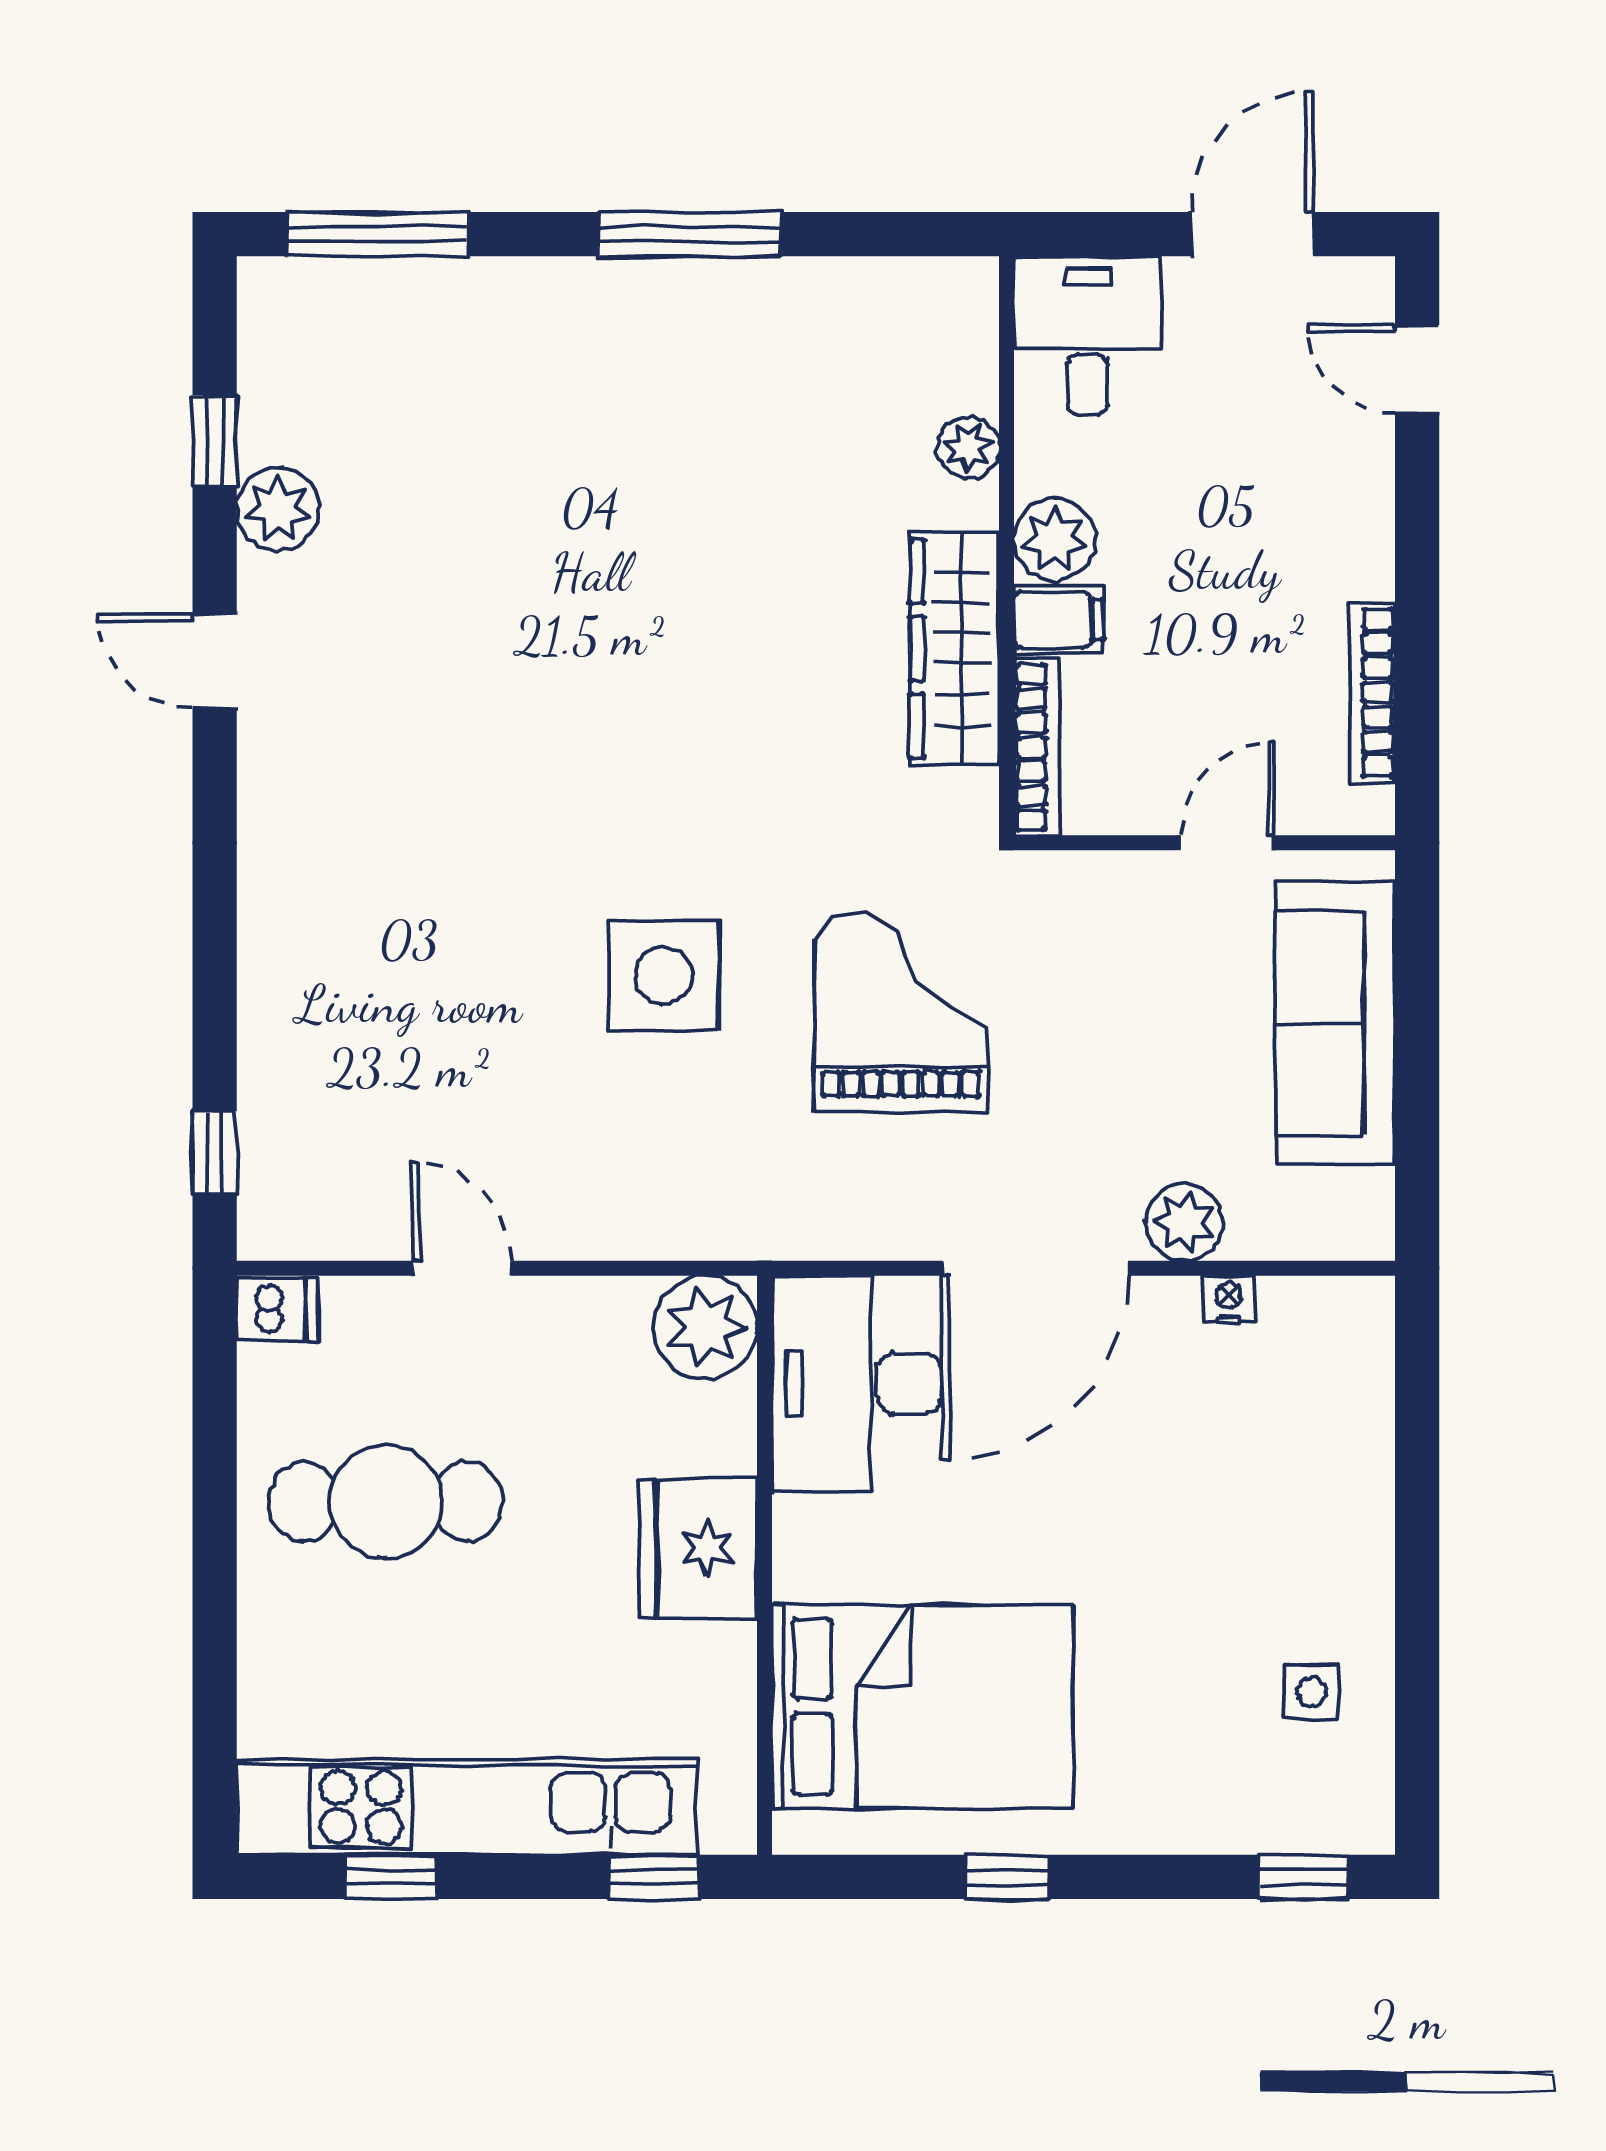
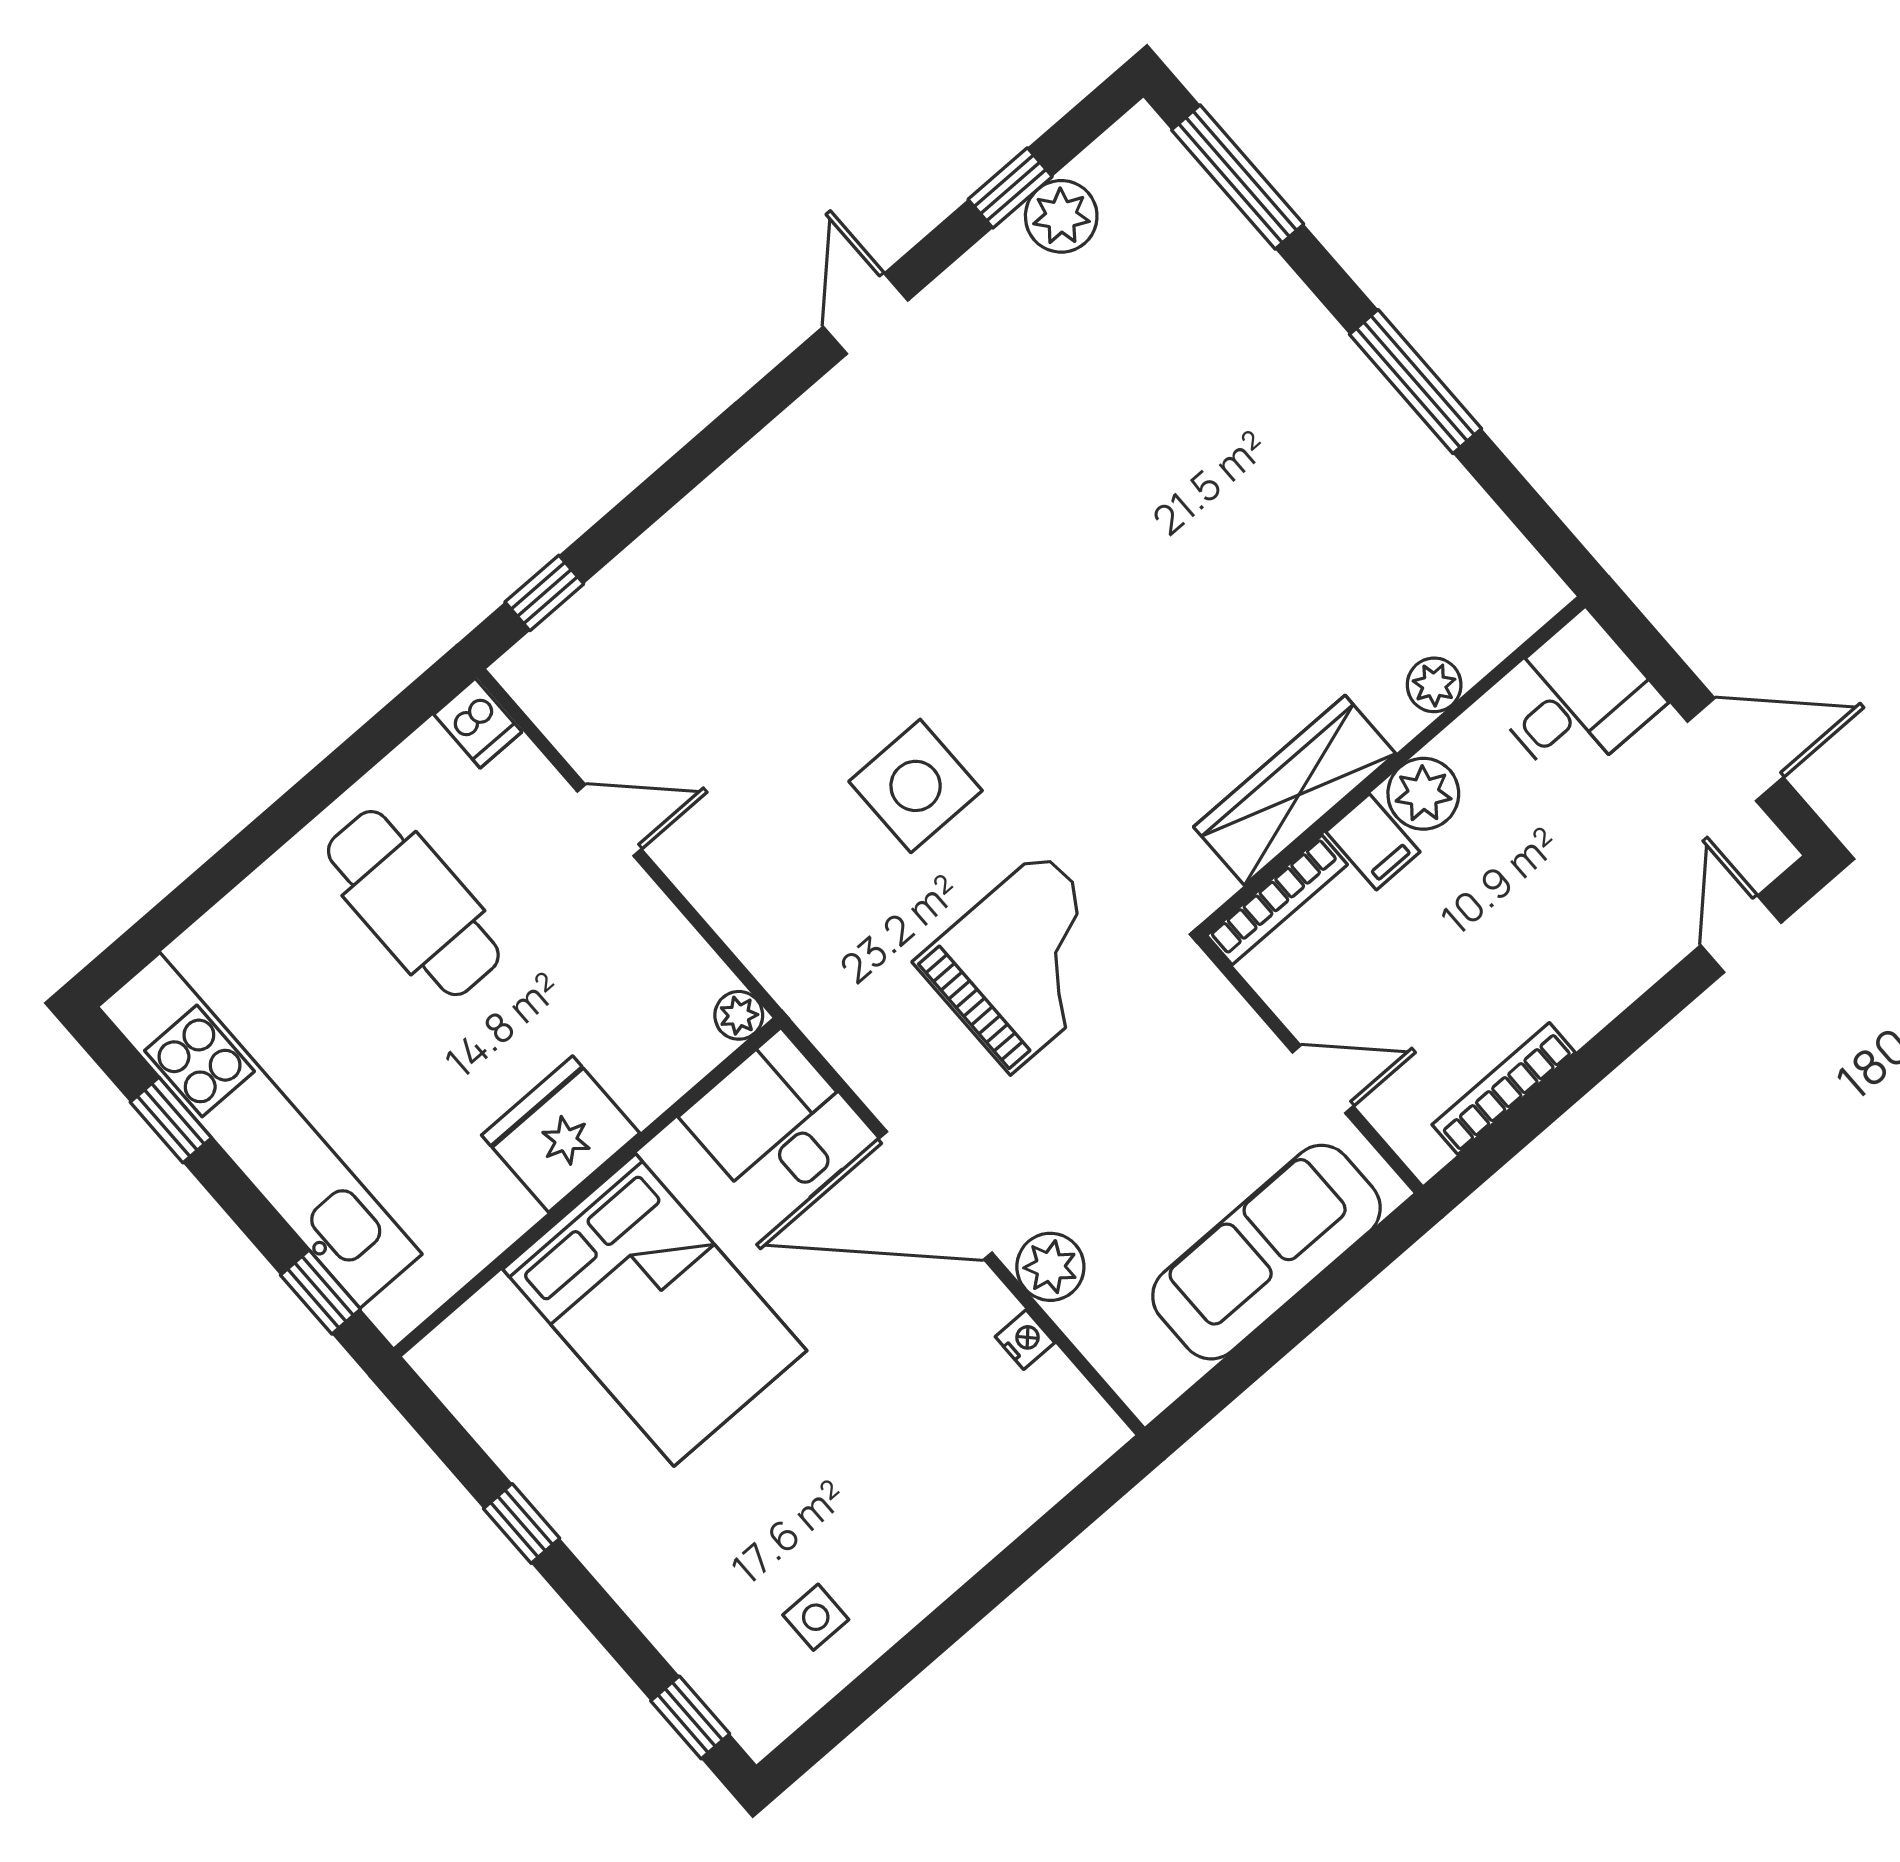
plant: (278, 509) -> (1061, 216), moved
door: (462, 1268) -> (609, 820), hinge flipped
plant: (705, 1327) -> (739, 1015), width x0.53, depth x0.53
desk: (857, 1384) -> (778, 1128), width x0.73
bed: (923, 1707) -> (655, 1310), moved

